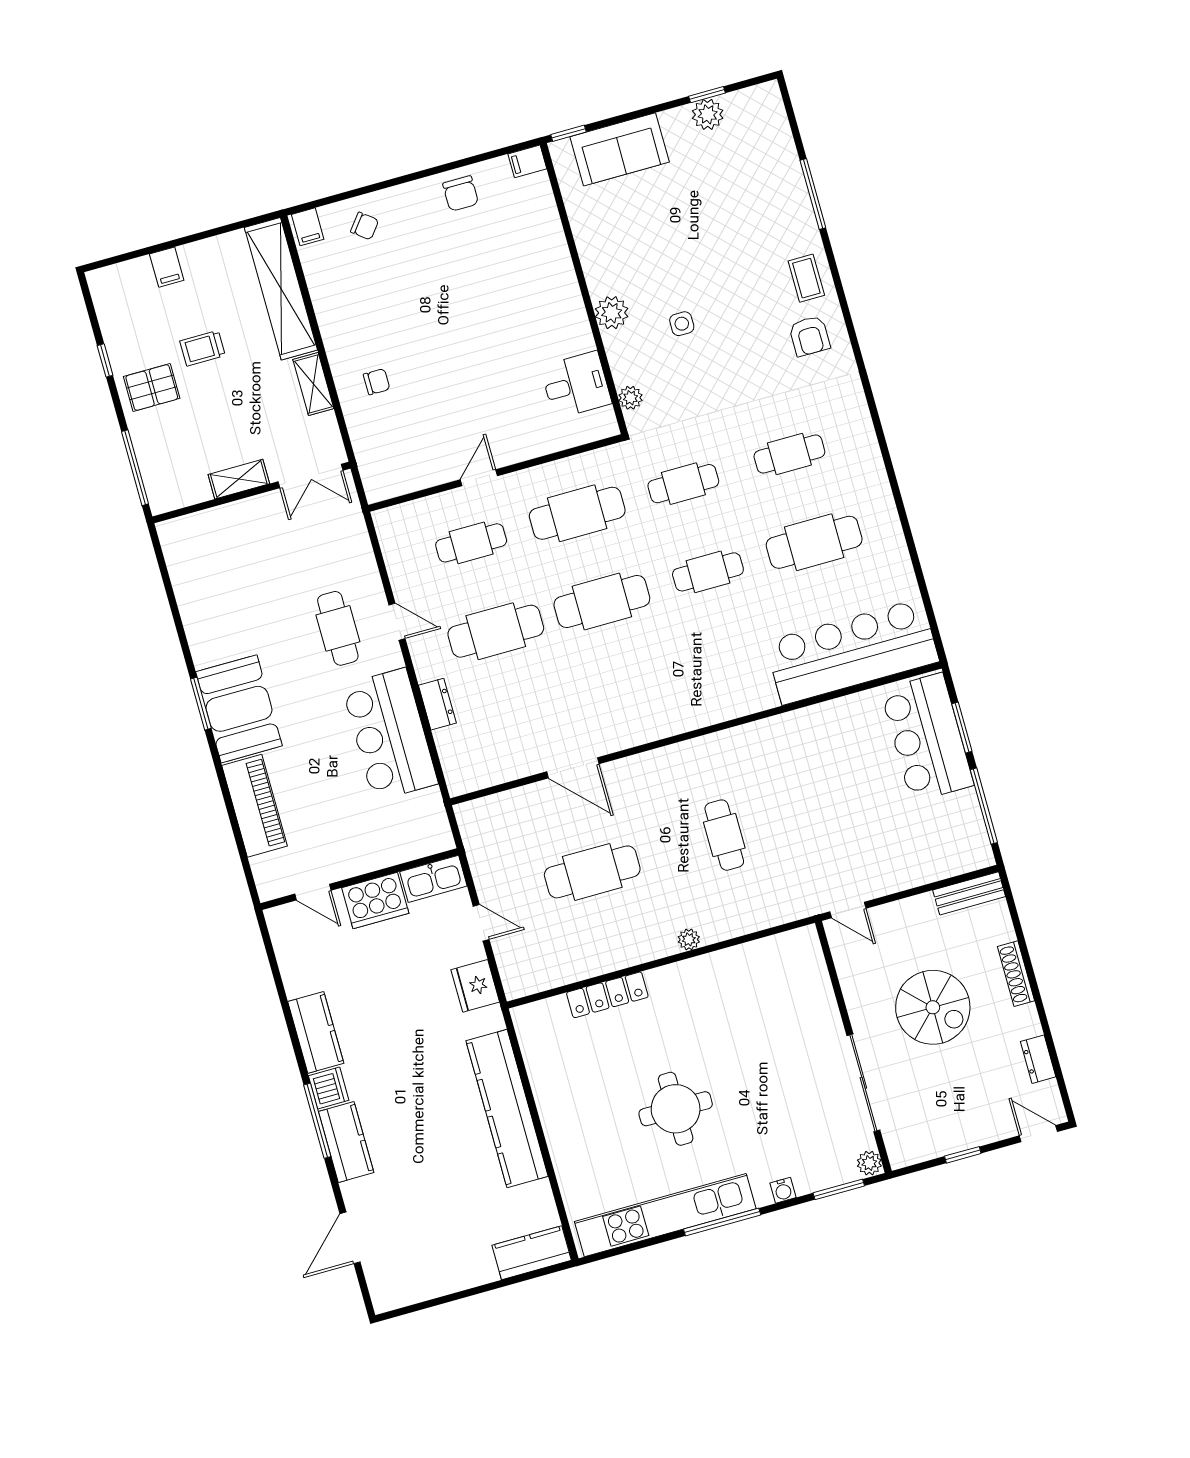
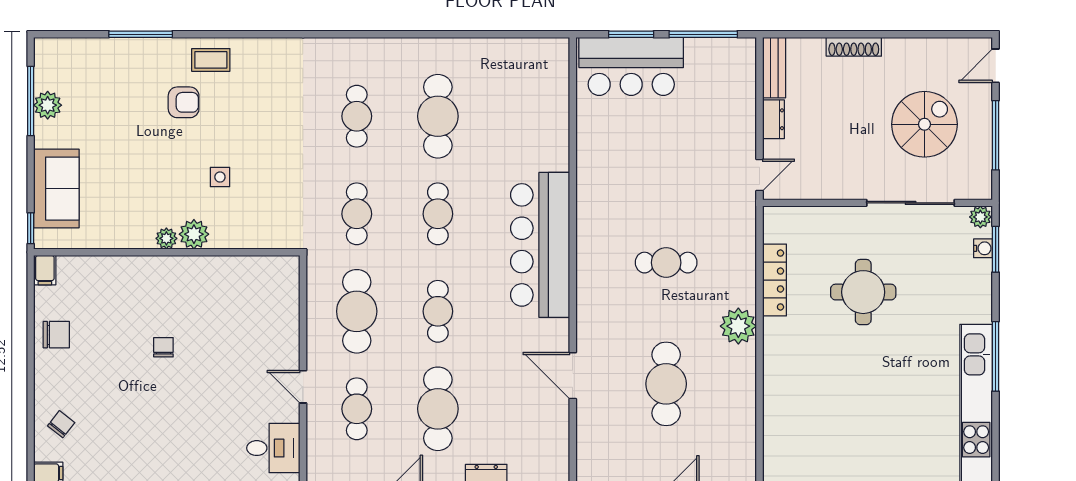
window: (707, 95) -> (31, 101), width x2.17
armchair: (810, 336) -> (184, 102), moved
chair: (377, 382) -> (163, 347), moved
desk: (576, 385) -> (273, 448), moved, turned 90
plant: (630, 398) -> (166, 238), moved
cafe table: (602, 602) -> (438, 311), width x0.73, depth x0.74
bar counter: (852, 652) -> (540, 245), moved
door: (573, 768) -> (573, 376), swing flipped
plant: (689, 939) -> (738, 326), width x1.88, depth x1.88
locker: (607, 995) -> (775, 280), moved
spiral stairs: (933, 1007) -> (924, 124), moved
dresser: (1038, 1059) -> (774, 119), moved, turned -90
round table: (676, 1109) -> (863, 292), moved
window: (963, 1155) -> (996, 135), width x2.17
water cooler: (783, 1190) -> (983, 248), moved

